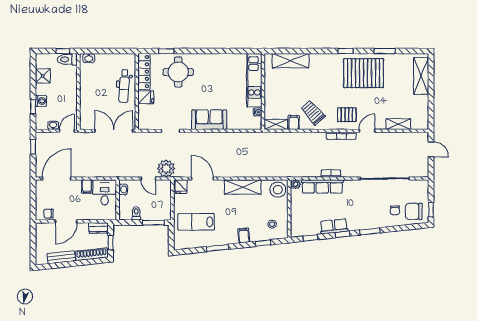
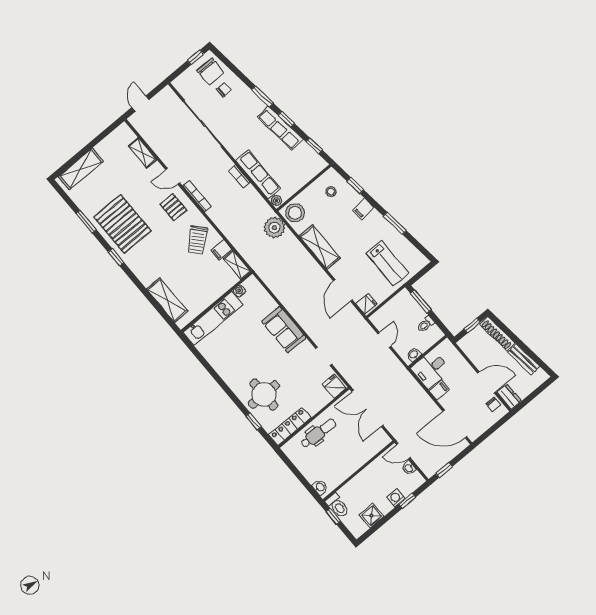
fridge: (146, 97) -> (334, 386), moved
plant: (166, 168) -> (274, 228), moved
row of seats: (334, 226) -> (280, 128), width x1.48
dresser: (98, 228) -> (509, 397), moved

